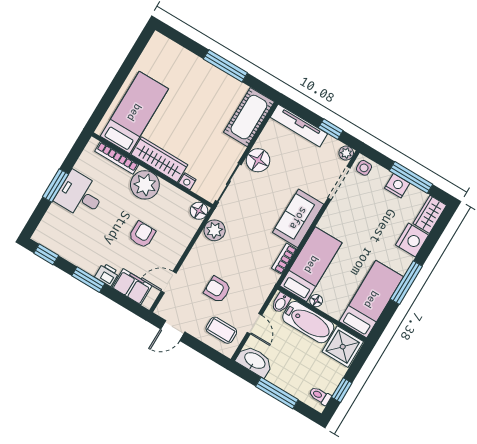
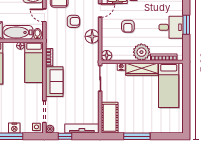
floor lamp: (258, 160) -> (92, 36), moved
plant: (215, 230) -> (93, 50), removed

